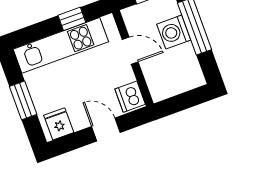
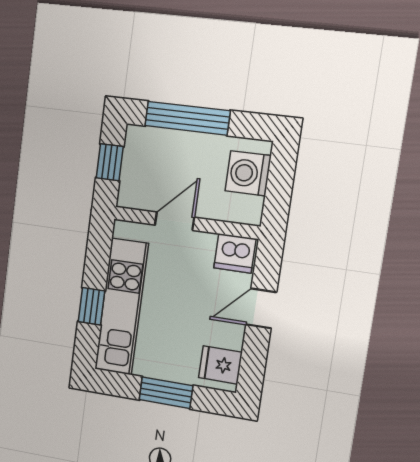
window: (72, 19) -> (91, 306), moved
washing machine: (174, 32) -> (248, 173), moved, turned 90

